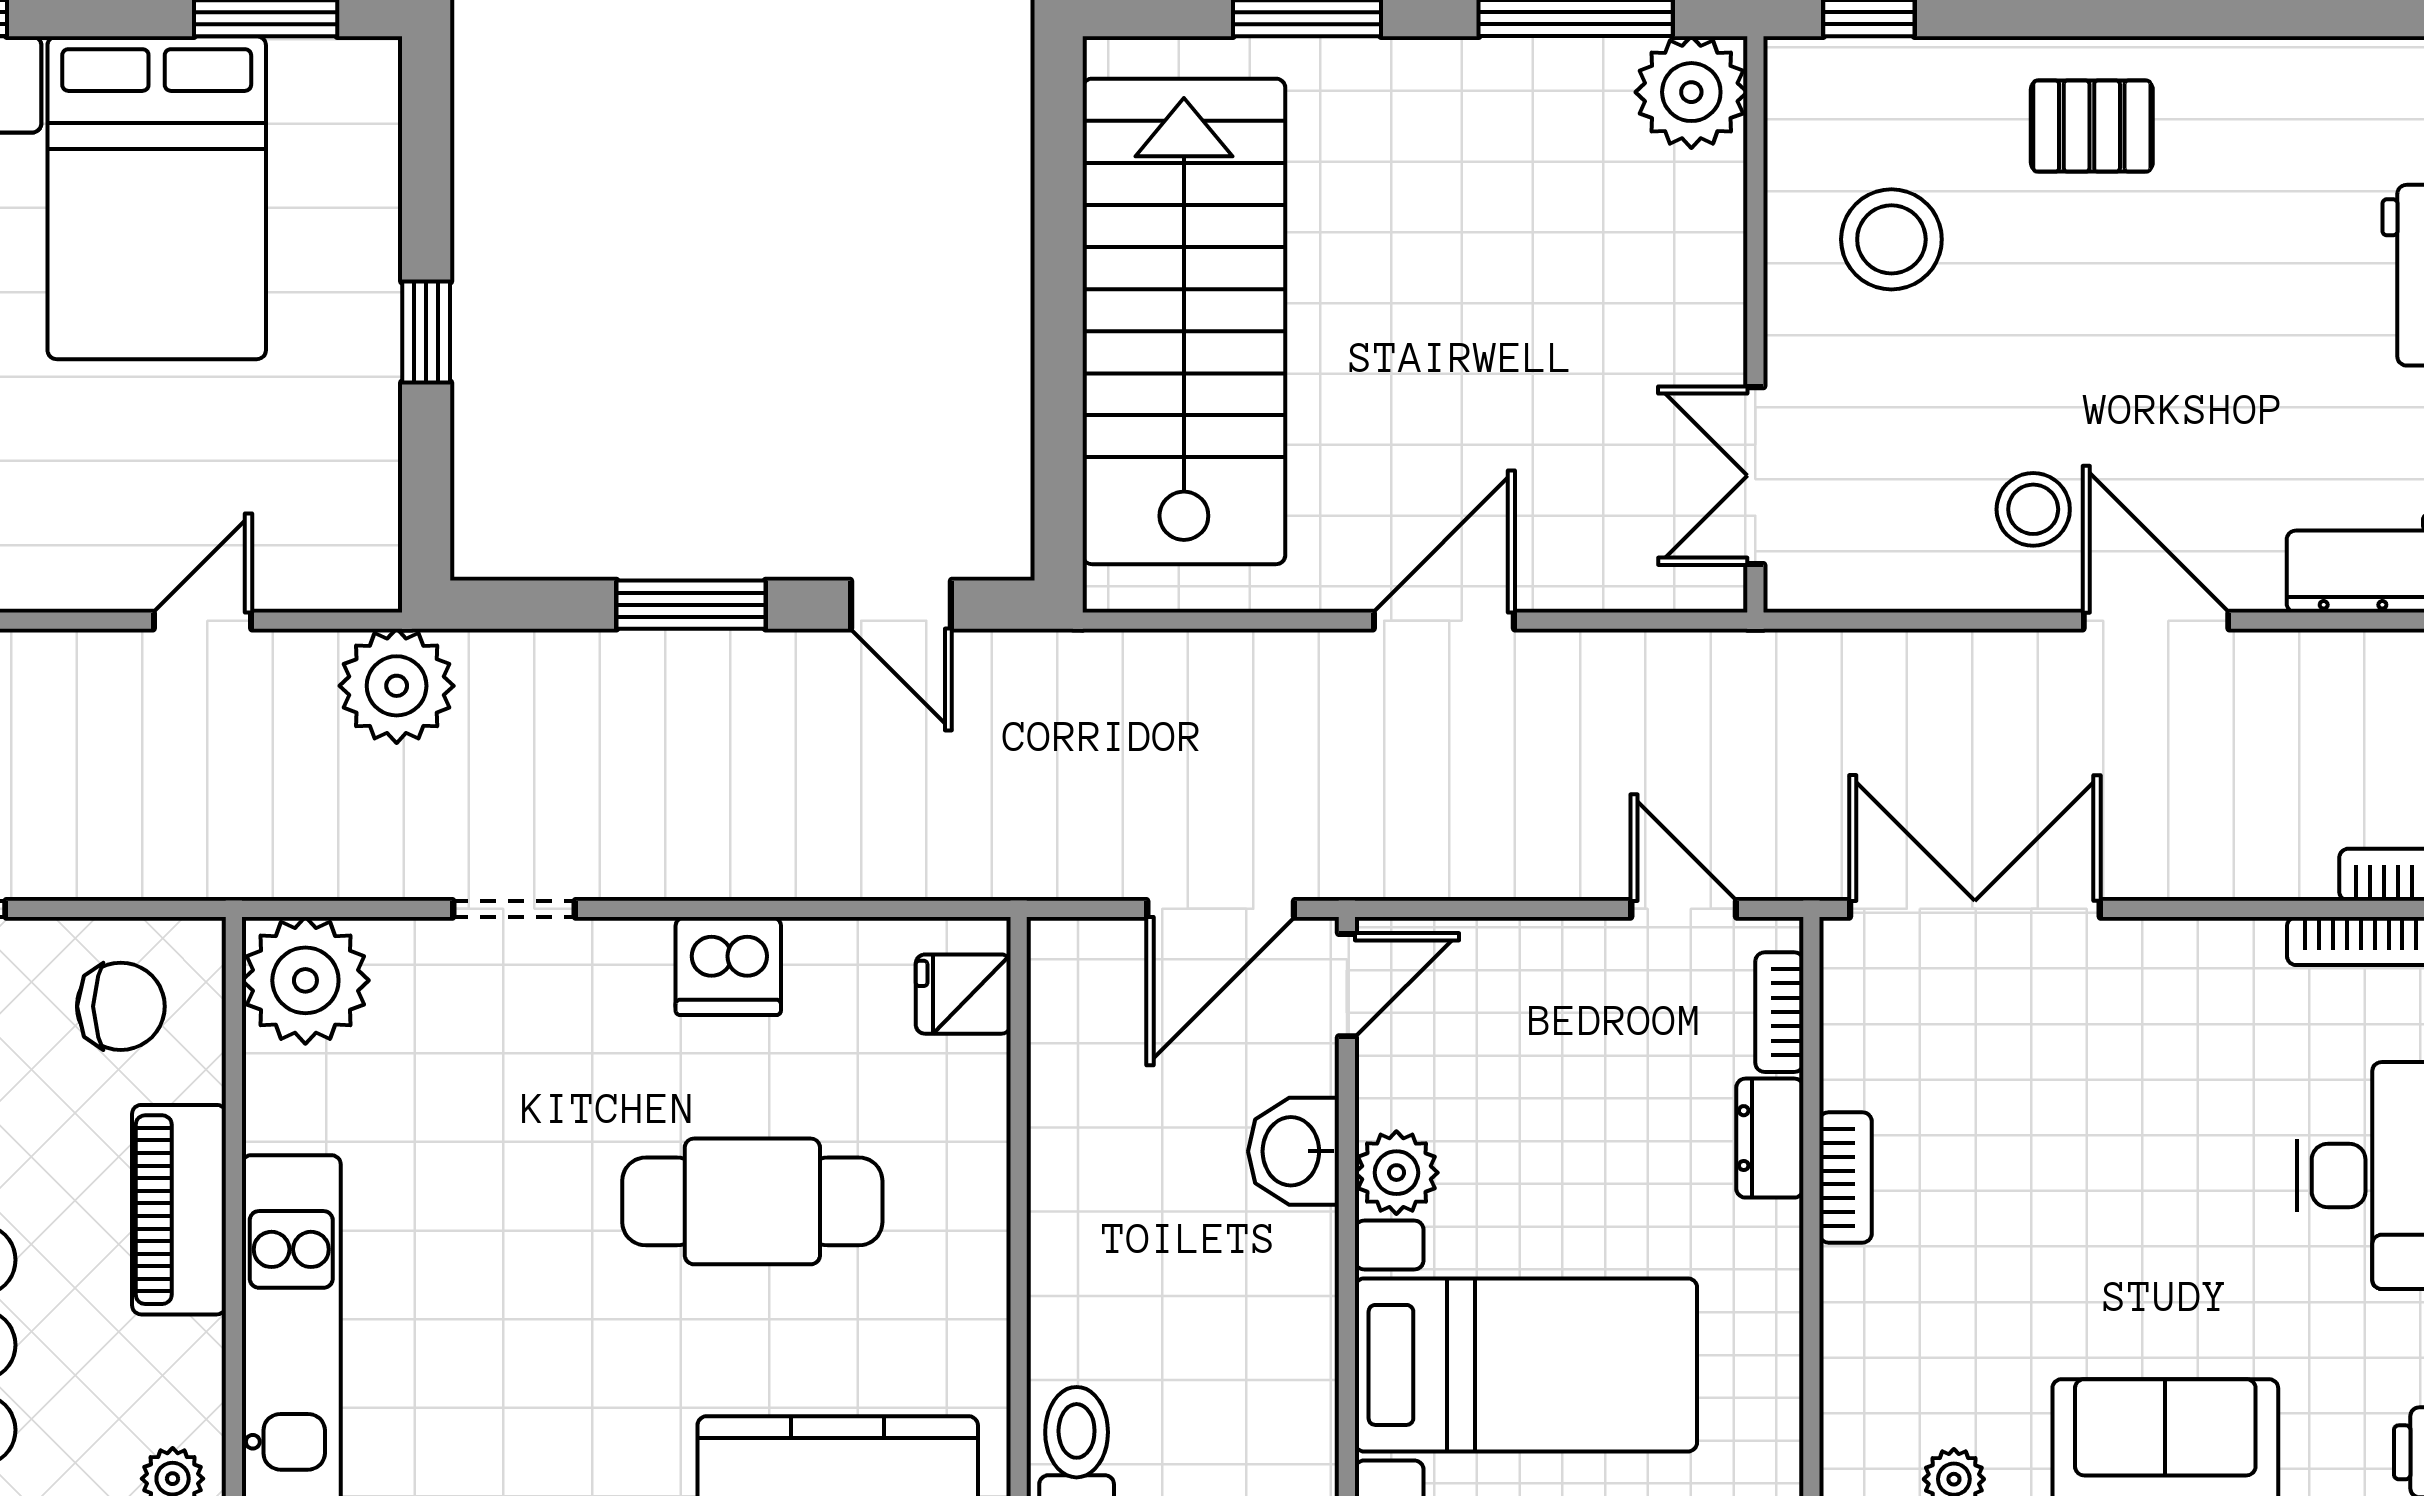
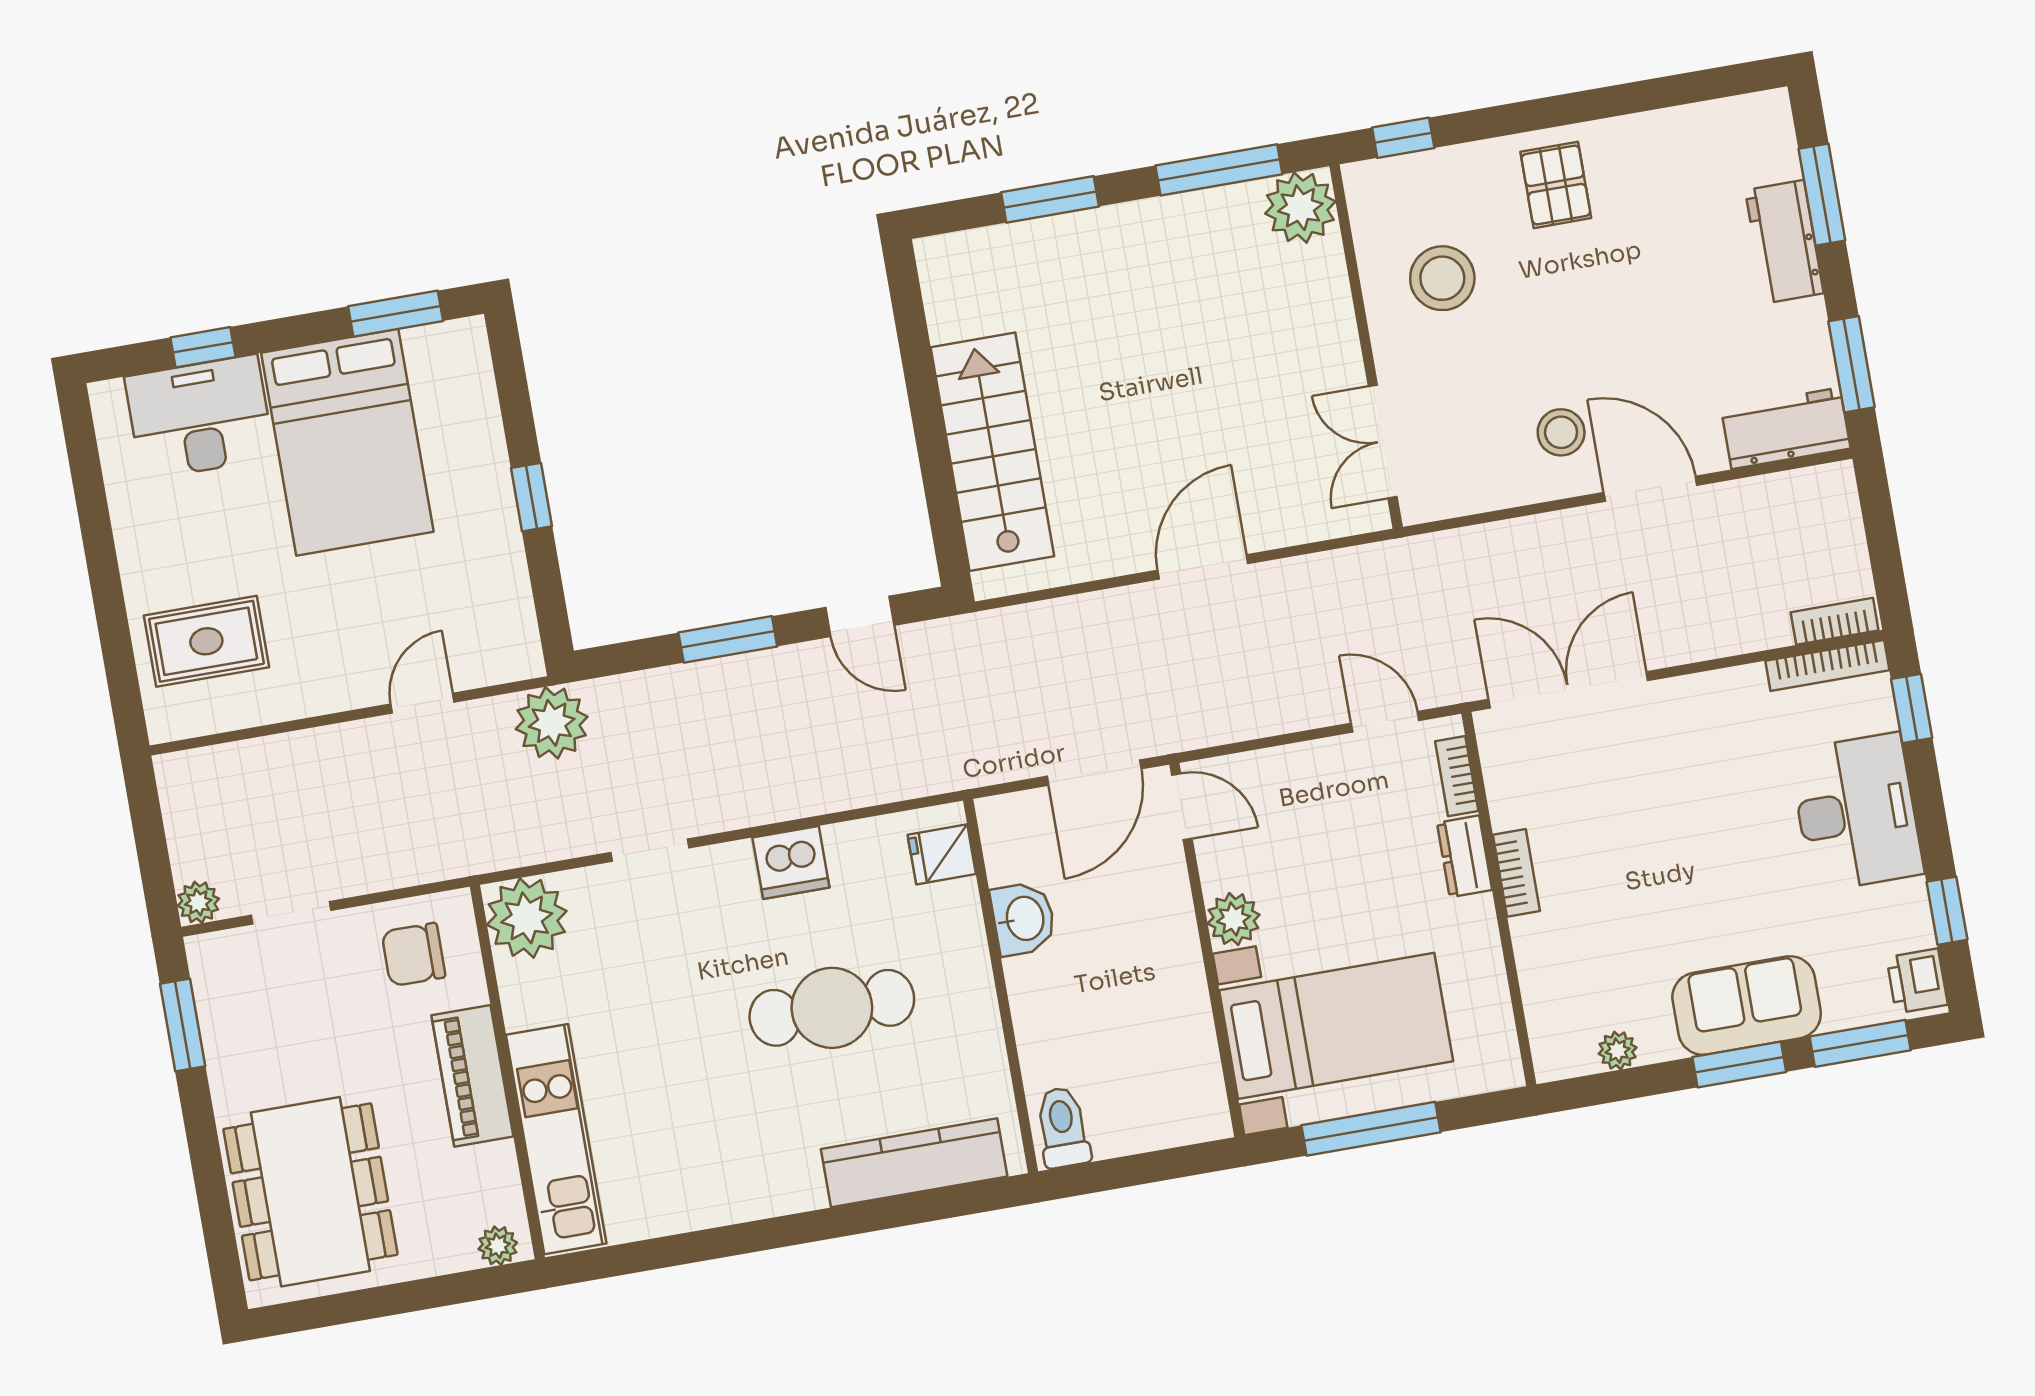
pallet: (2092, 126) -> (1556, 185), turned 90
stairs: (1184, 321) -> (992, 452), width x0.73, depth x0.66
door: (1347, 985) -> (1182, 807), hinge flipped
chair: (121, 1006) -> (413, 954), turned 180
washbasin: (1294, 1151) -> (1023, 919), moved, turned 180

